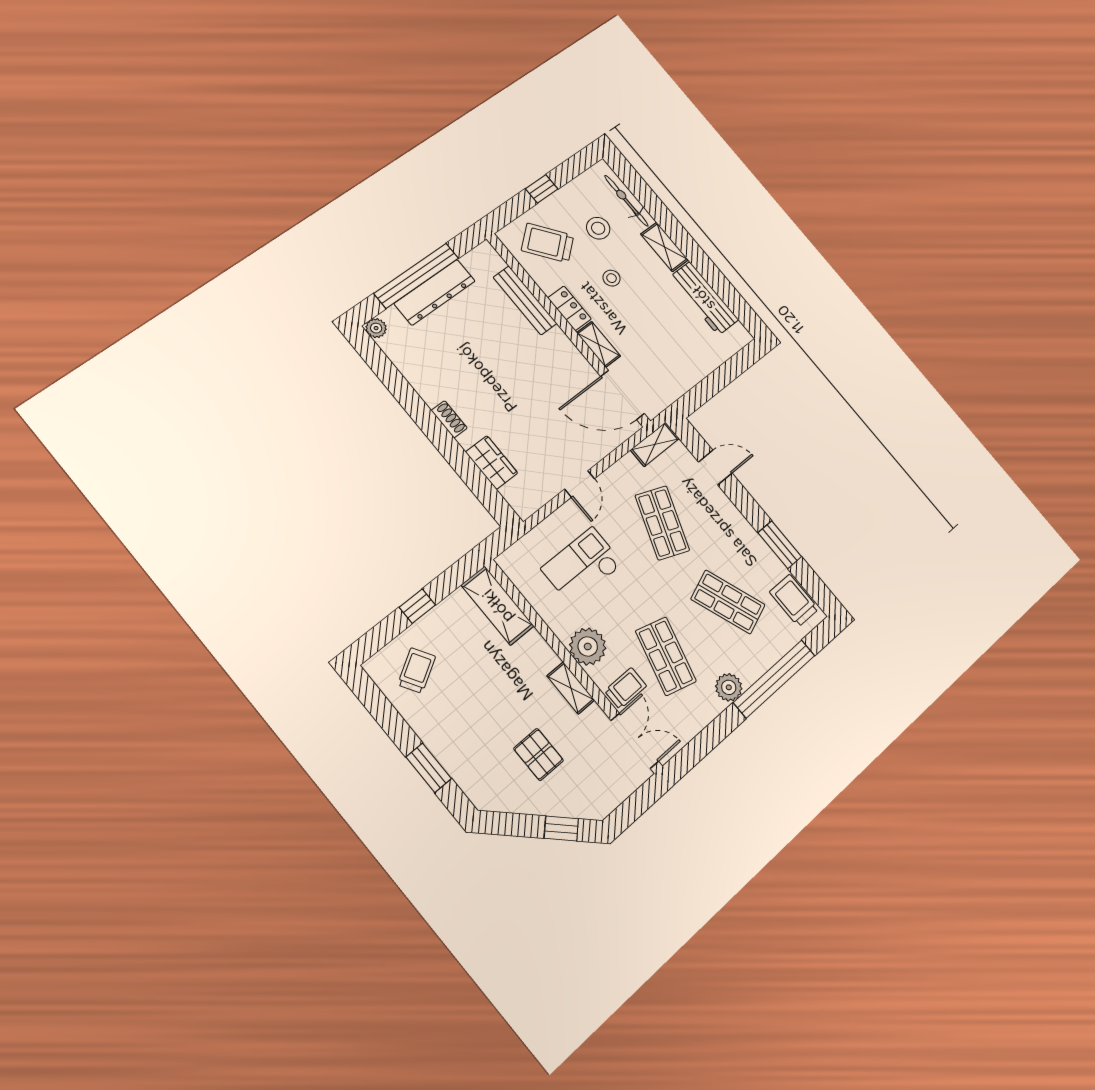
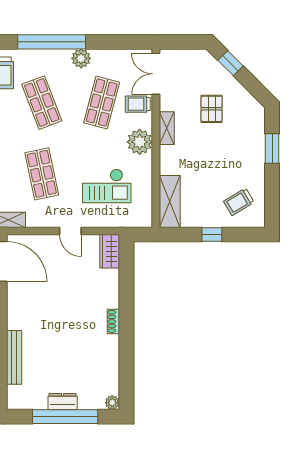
dresser: (435, 292) -> (63, 401), width x0.51, depth x0.80
wardrobe: (492, 463) -> (110, 251), moved
door: (580, 484) -> (70, 231), swing flipped
shop shelf: (662, 523) -> (42, 174), turned -33

